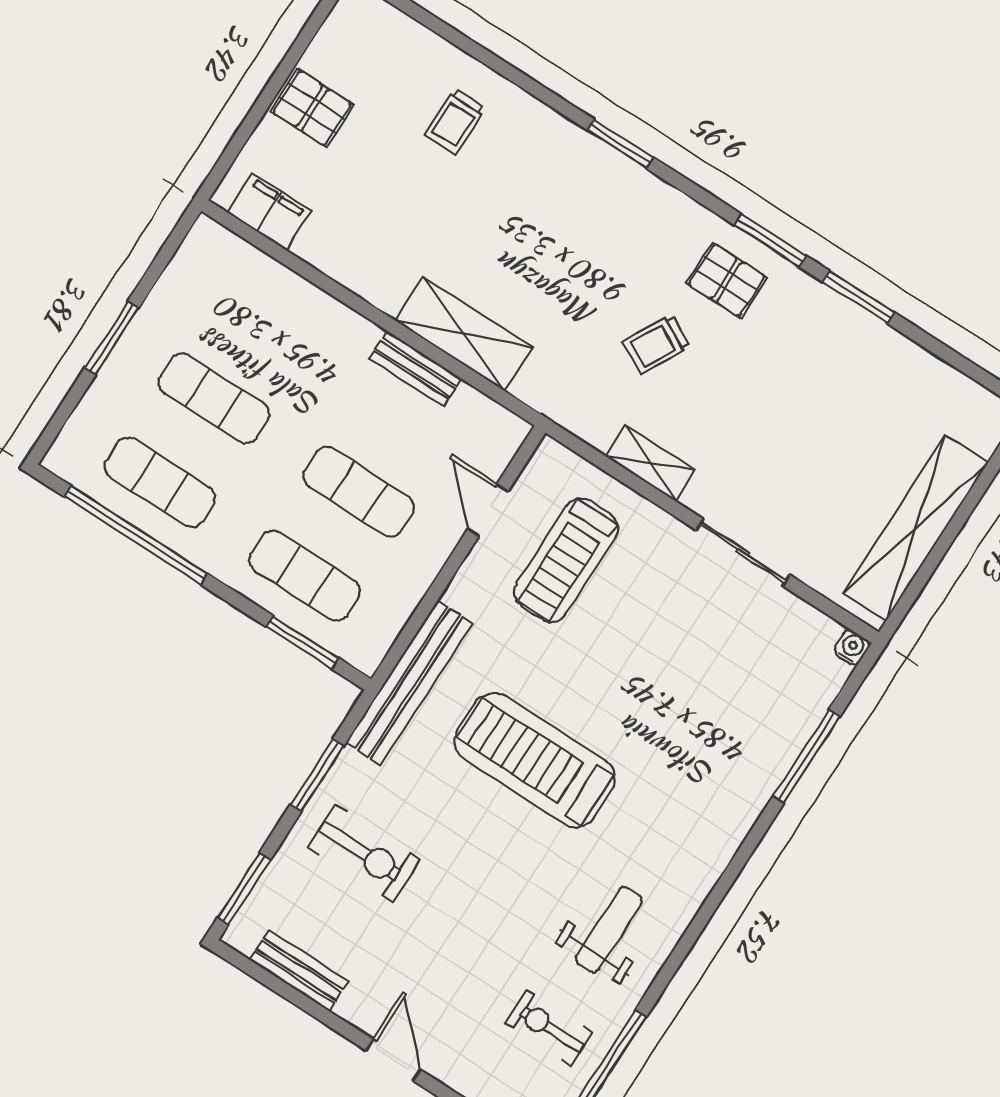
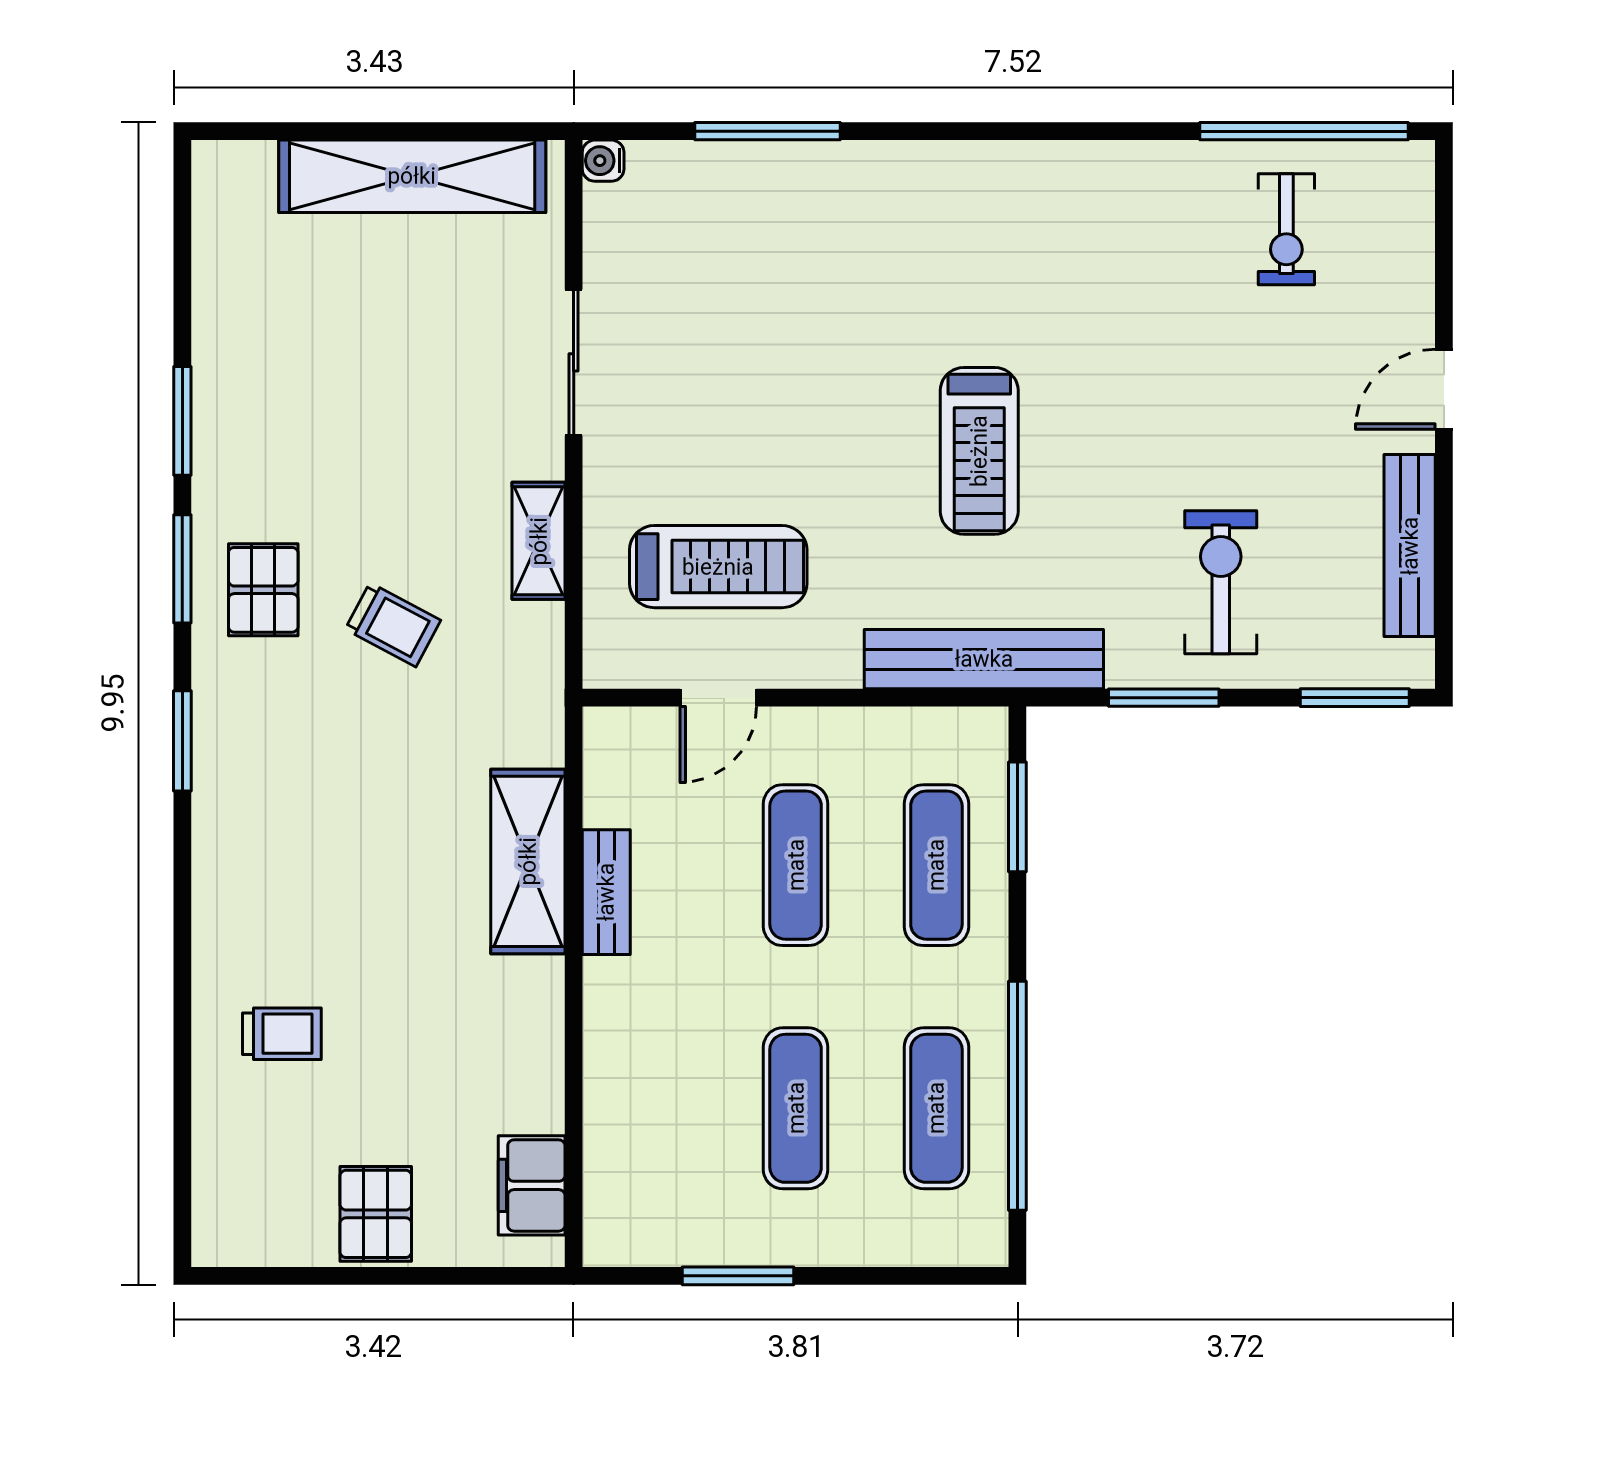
window: (620, 144) -> (182, 741), moved
window: (112, 338) -> (738, 1276), moved
treadmill: (535, 760) -> (979, 451), width x0.73, depth x0.73
weight bench: (609, 930) -> (1124, 233), removed
bench: (299, 970) -> (1410, 546), width x1.36

